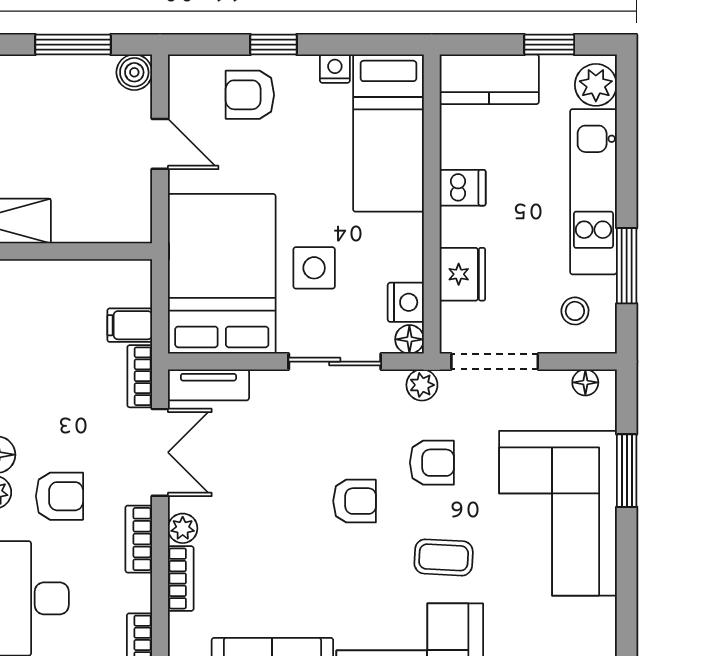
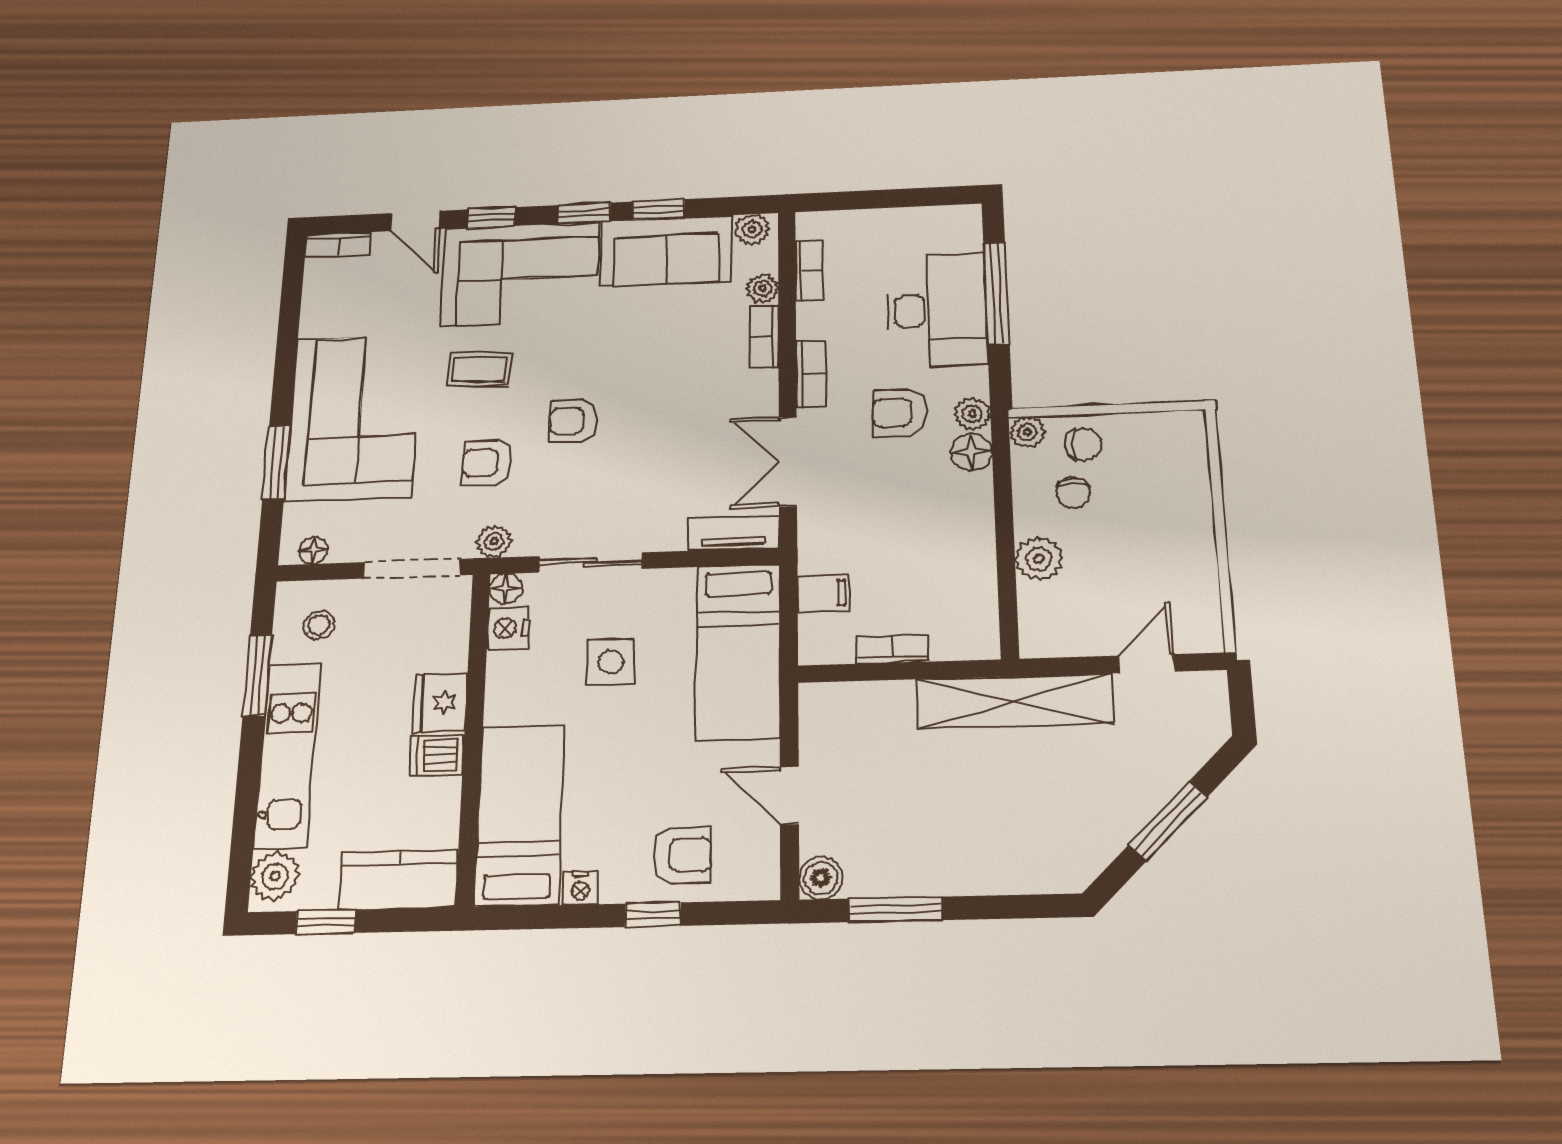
bed: (222, 274) -> (738, 651), width x0.67
fridge: (462, 274) -> (440, 703), moved
bookcase: (140, 376) -> (892, 649), moved, turned -90
plant: (183, 528) -> (762, 288), moved

